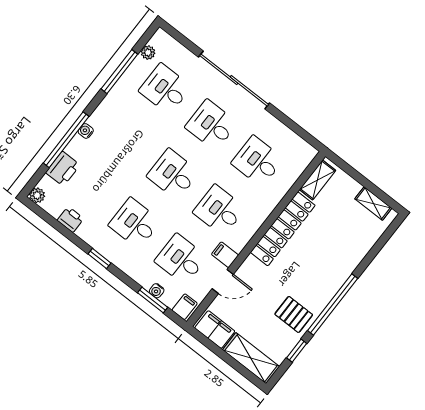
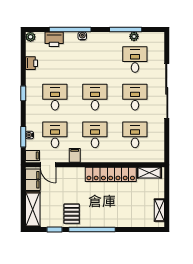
plant: (148, 52) -> (134, 36), moved
door: (223, 282) -> (48, 165), moved

